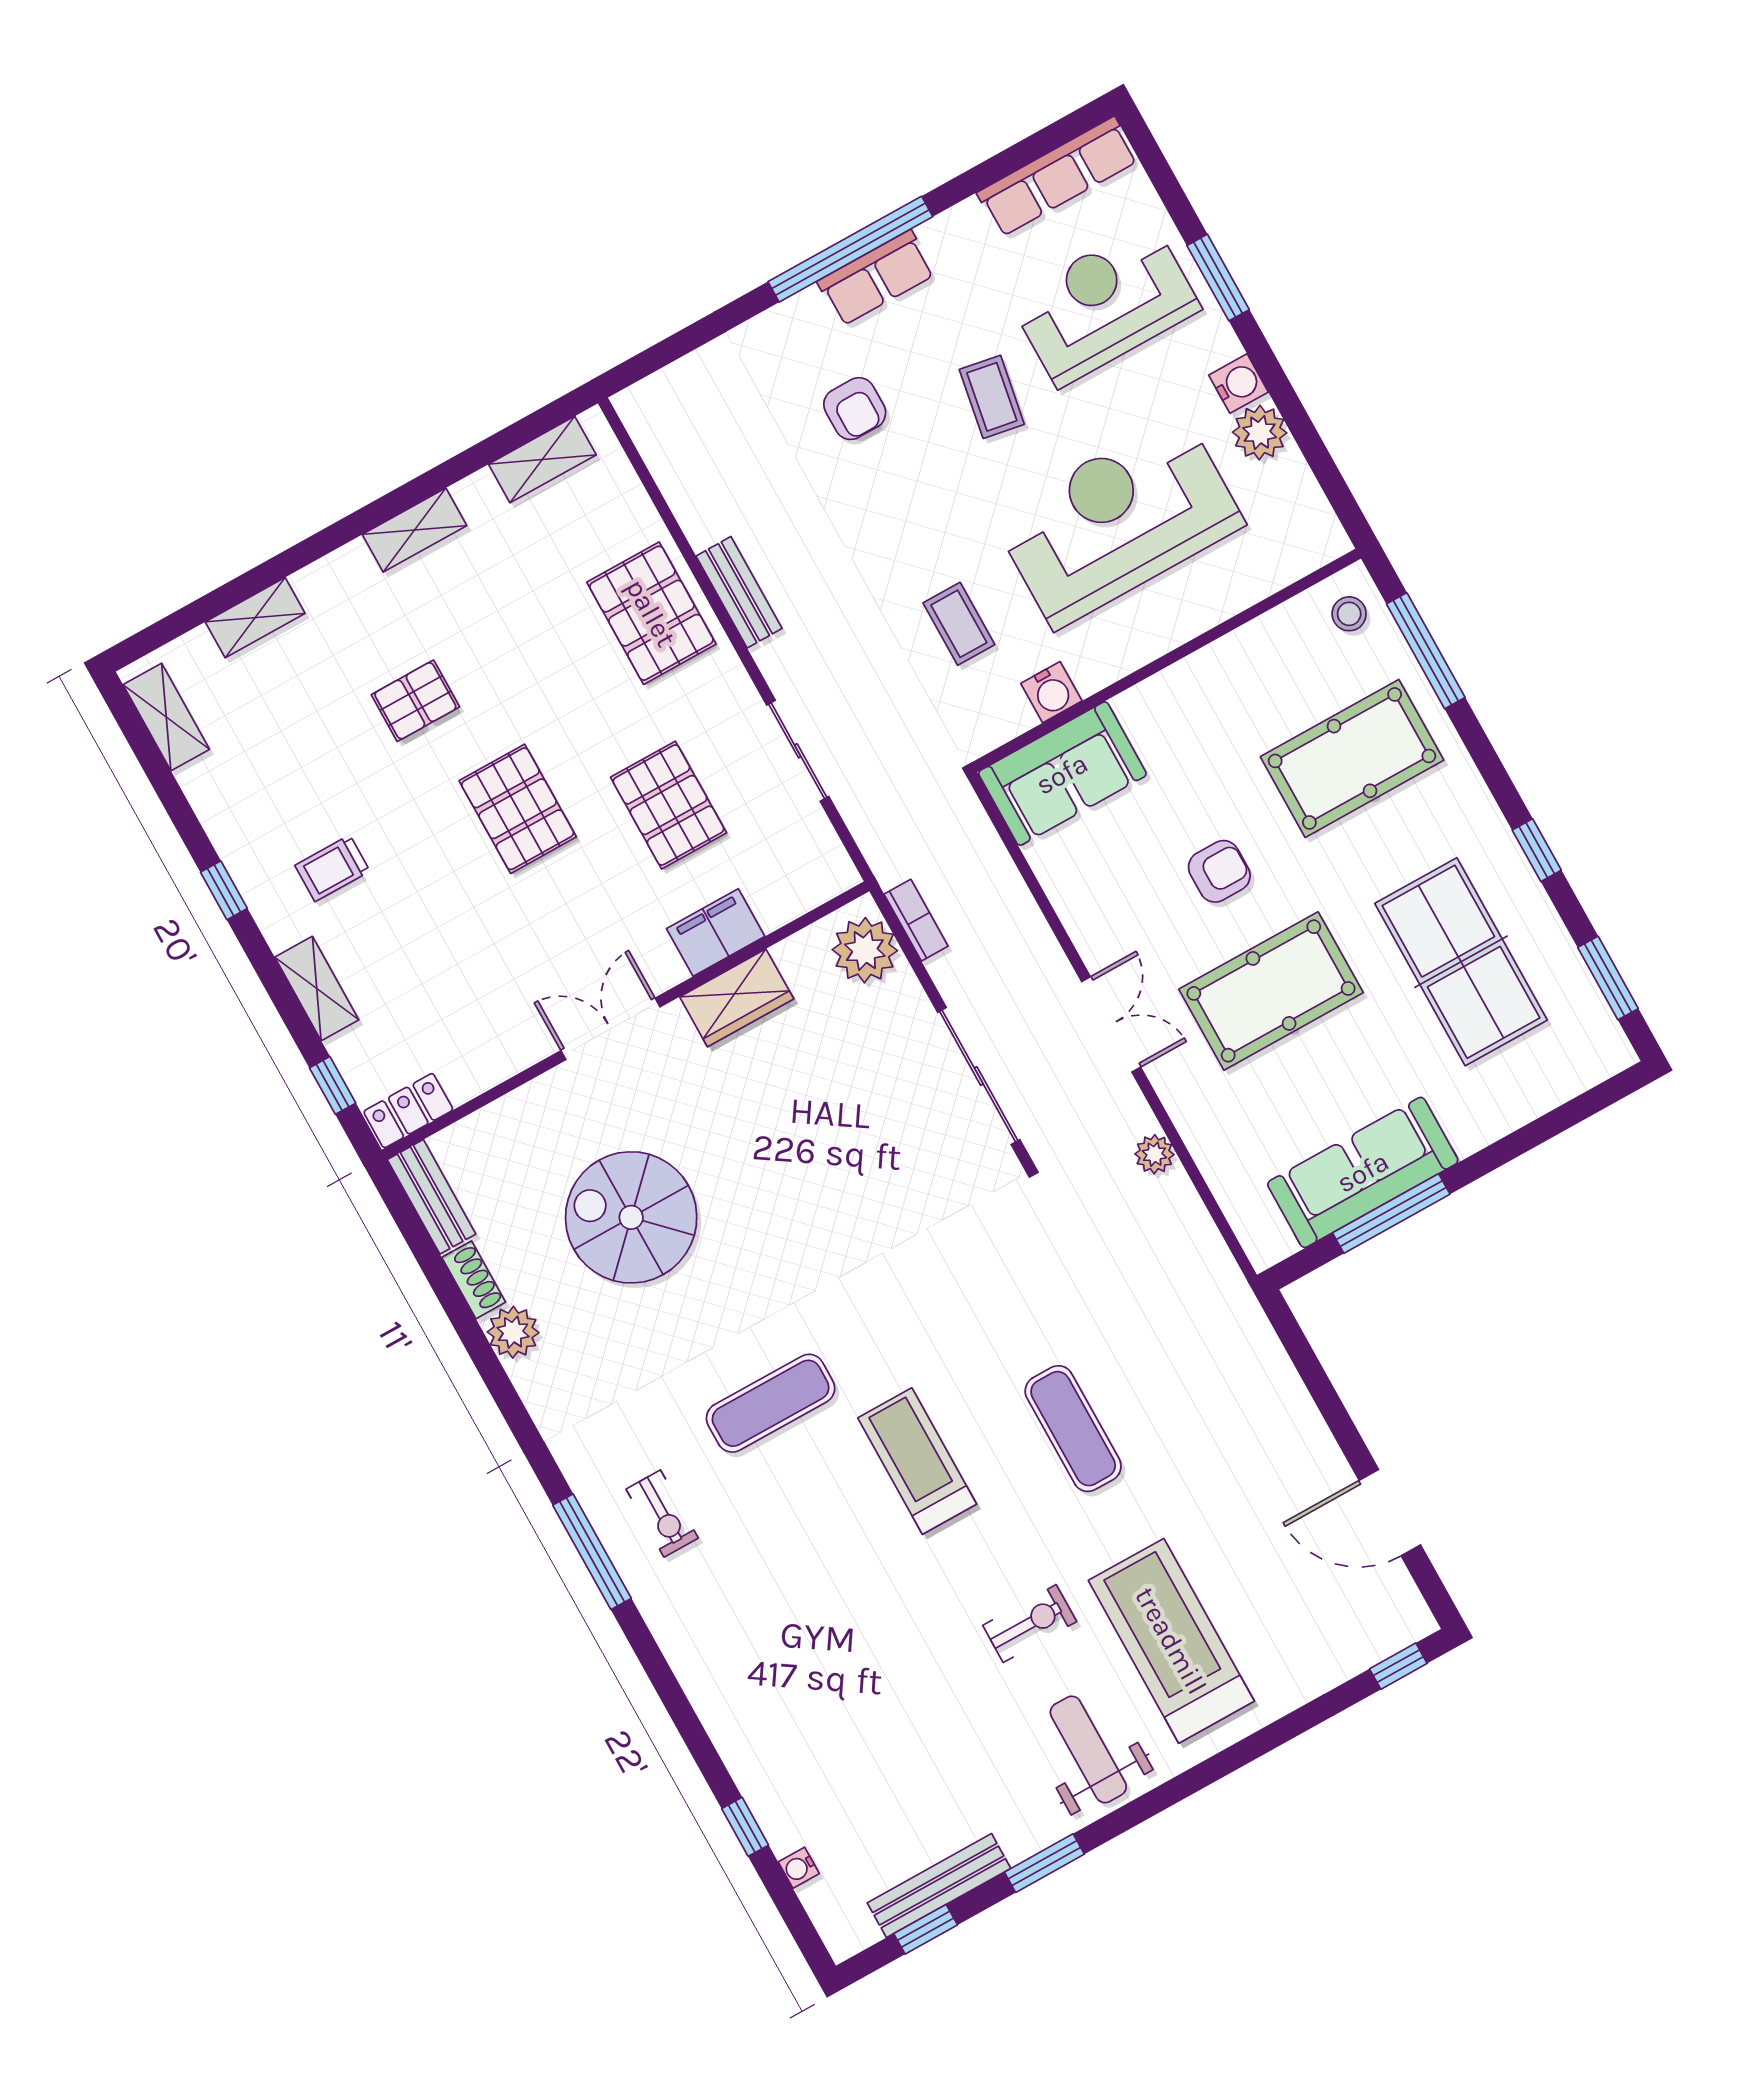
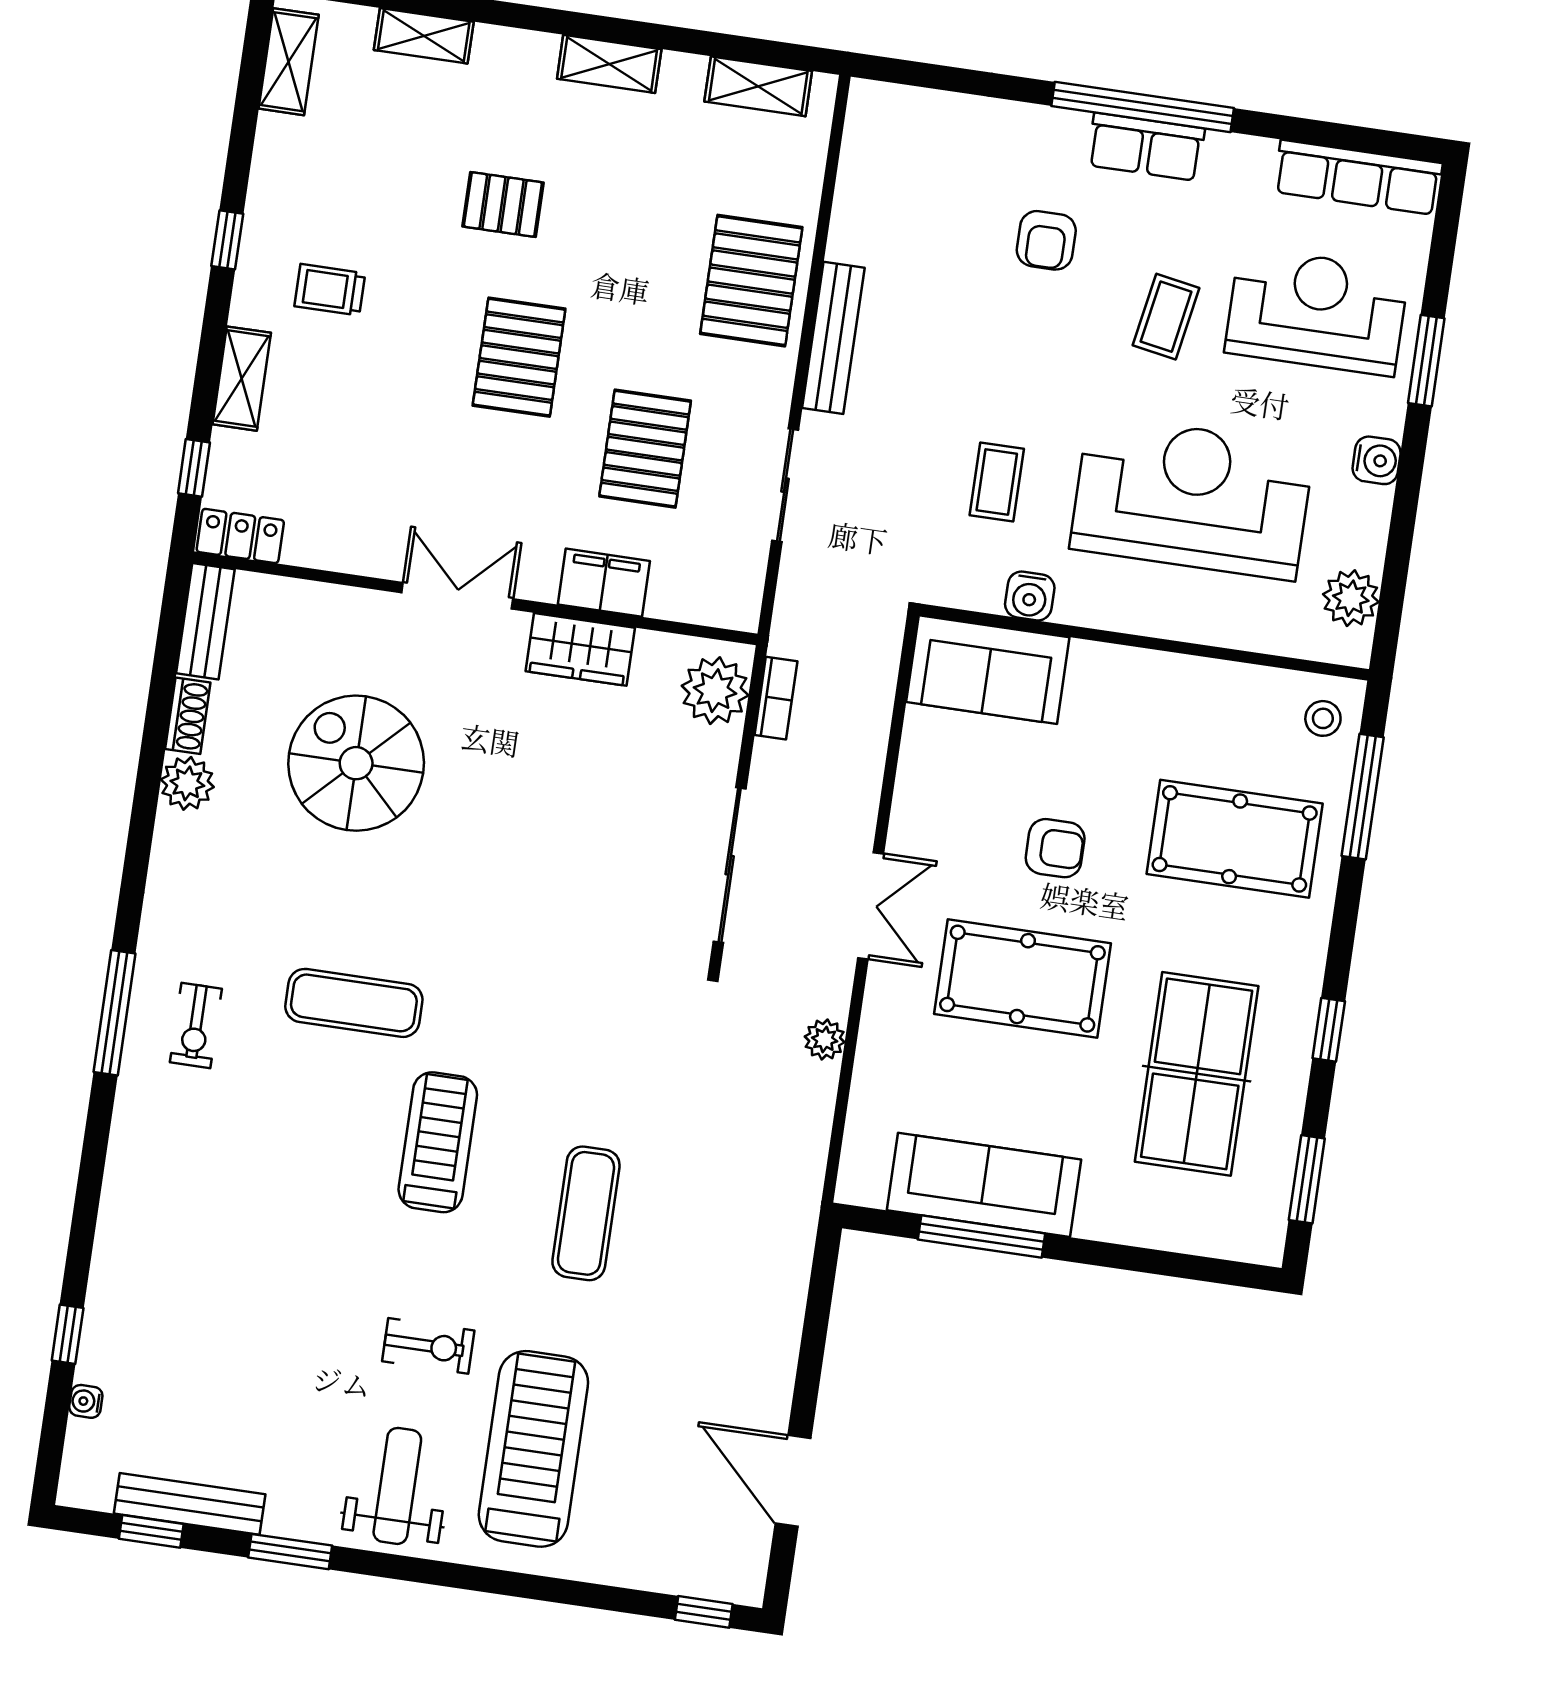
plant: (1260, 433) -> (1351, 598), moved
bench: (739, 592) -> (833, 338), width x1.36

